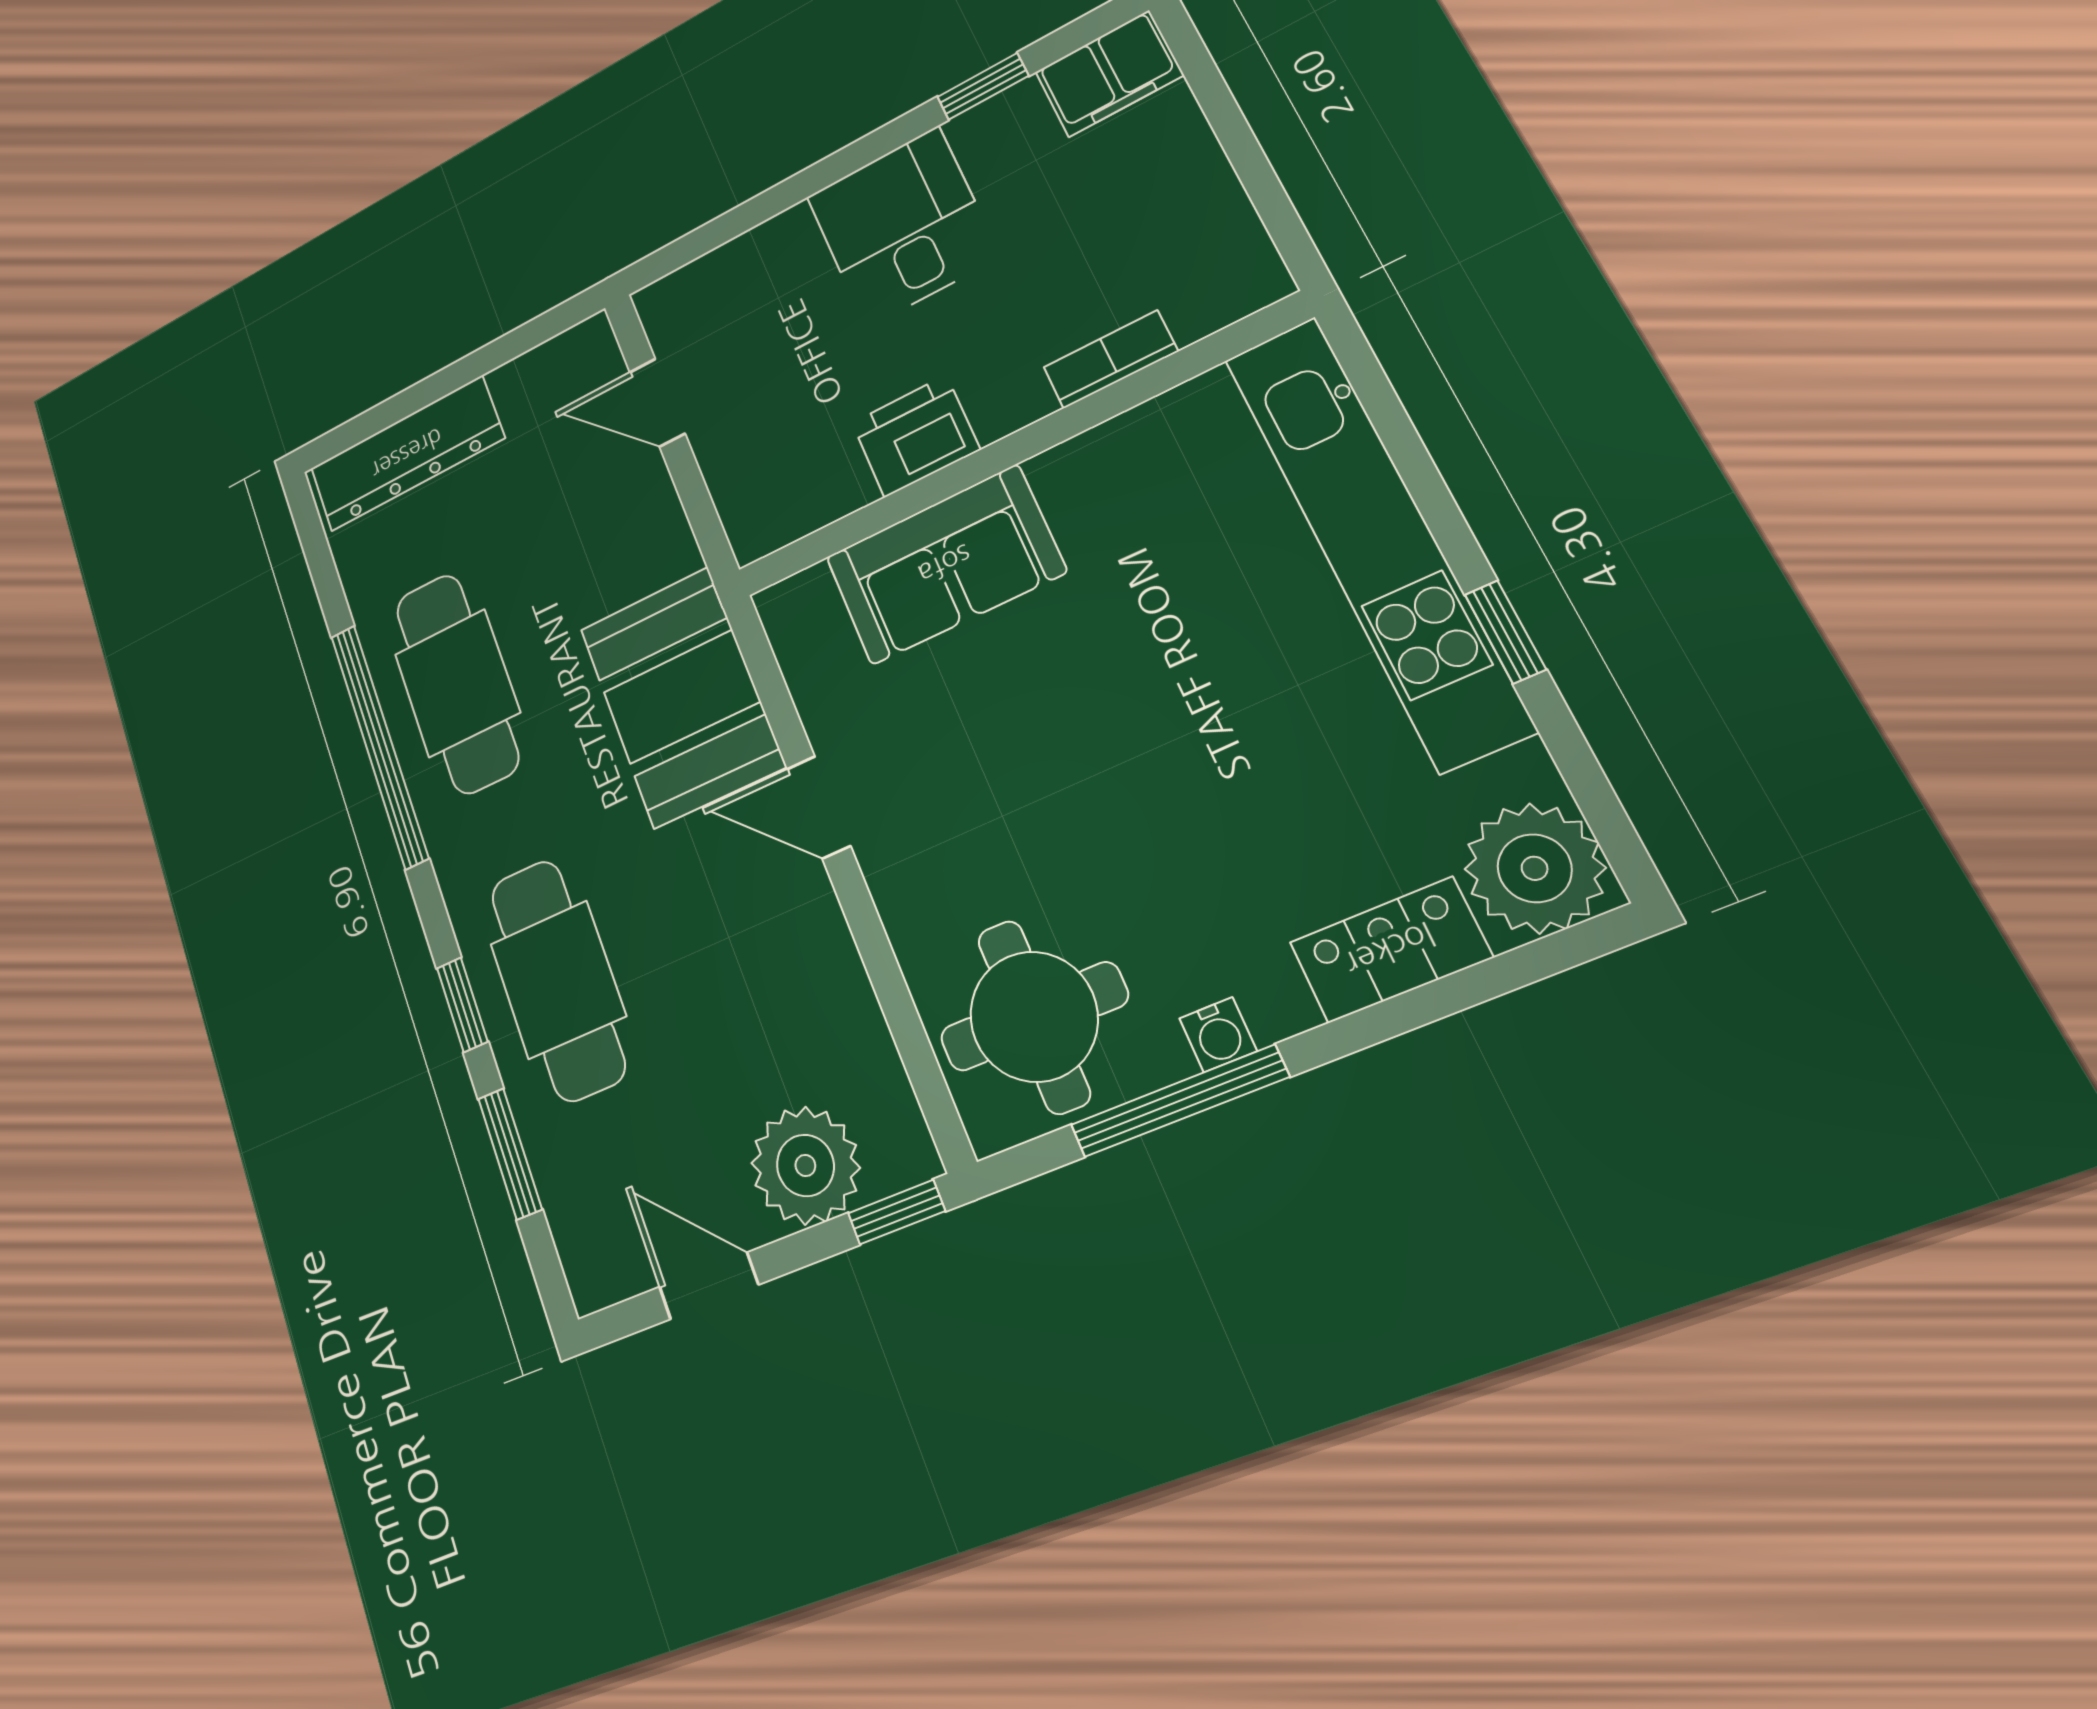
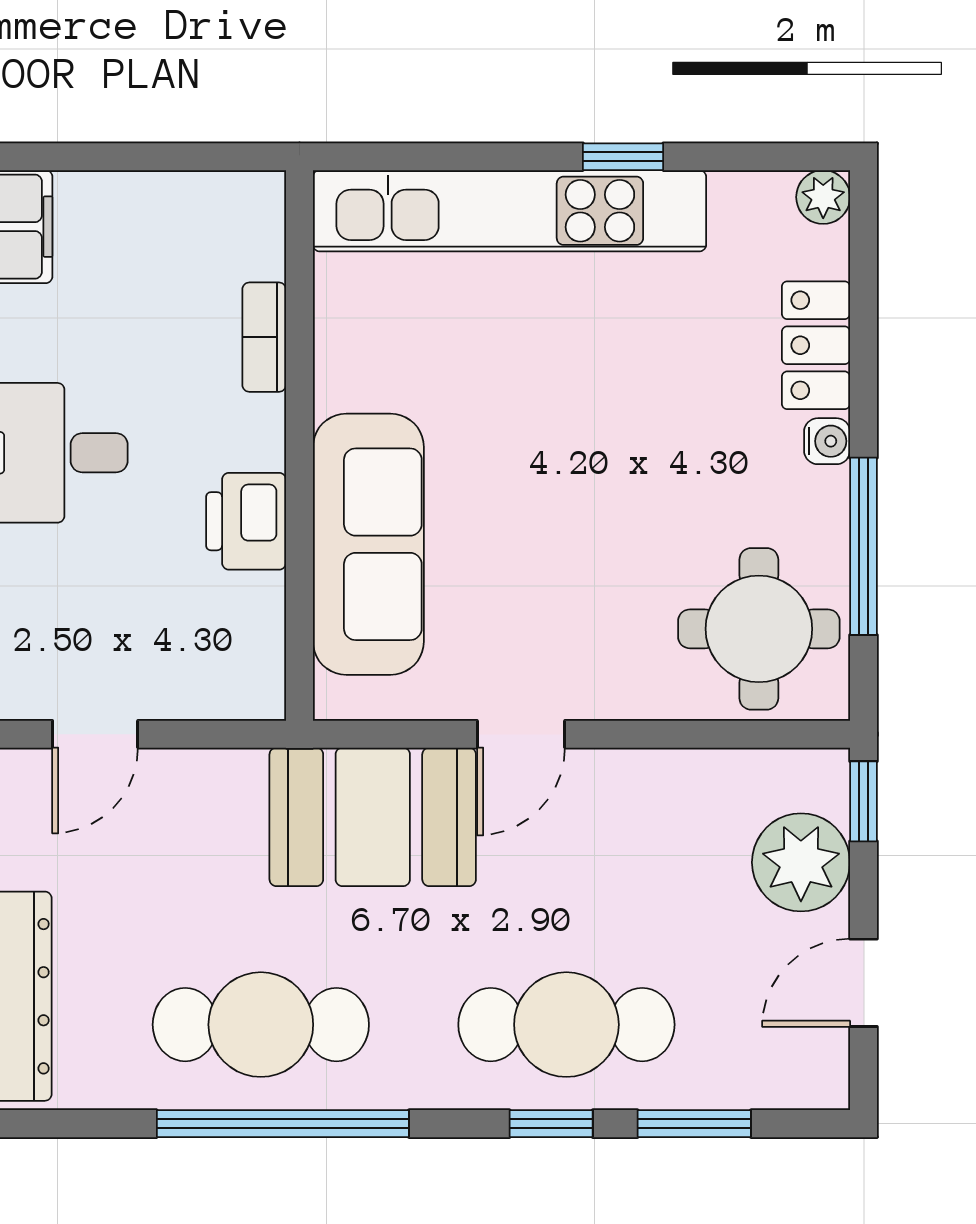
sofa: (945, 565) -> (368, 544), width x1.36
plant: (1535, 868) -> (823, 197), width x0.53, depth x0.53
water cooler: (1218, 1035) -> (827, 441), moved

